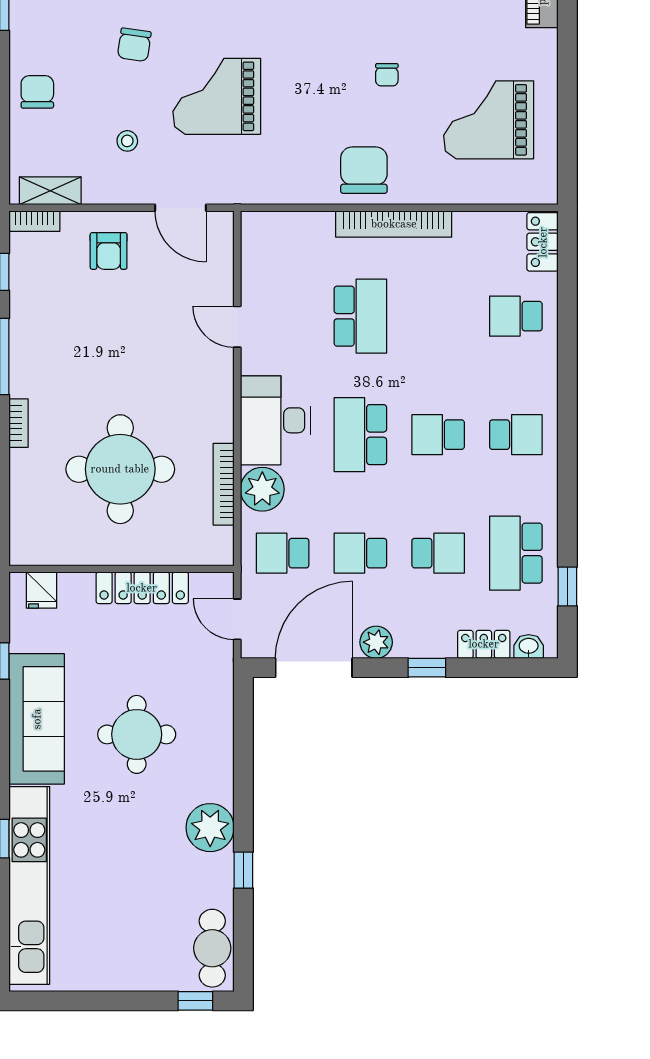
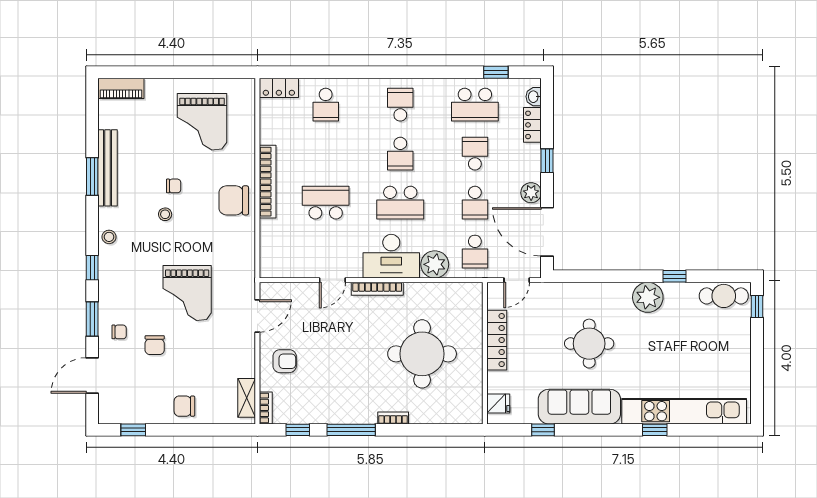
chair: (134, 45) -> (155, 345), turned 82
stool: (127, 141) -> (165, 214), moved
bookcase: (224, 484) -> (377, 289), moved

